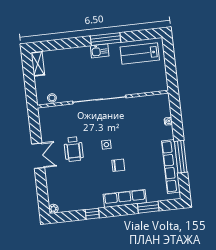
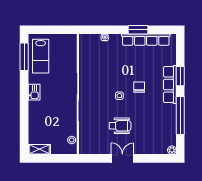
window: (106, 39) -> (24, 57), moved
window: (181, 157) -> (138, 30), width x0.69
window: (148, 207) -> (180, 76), moved
window: (92, 214) -> (180, 115), width x3.17

